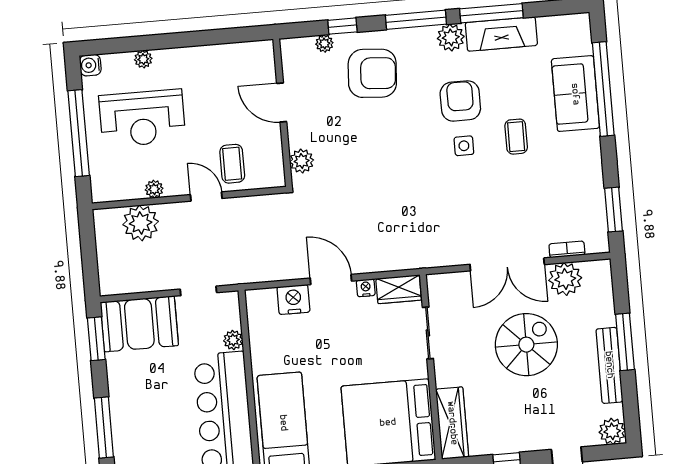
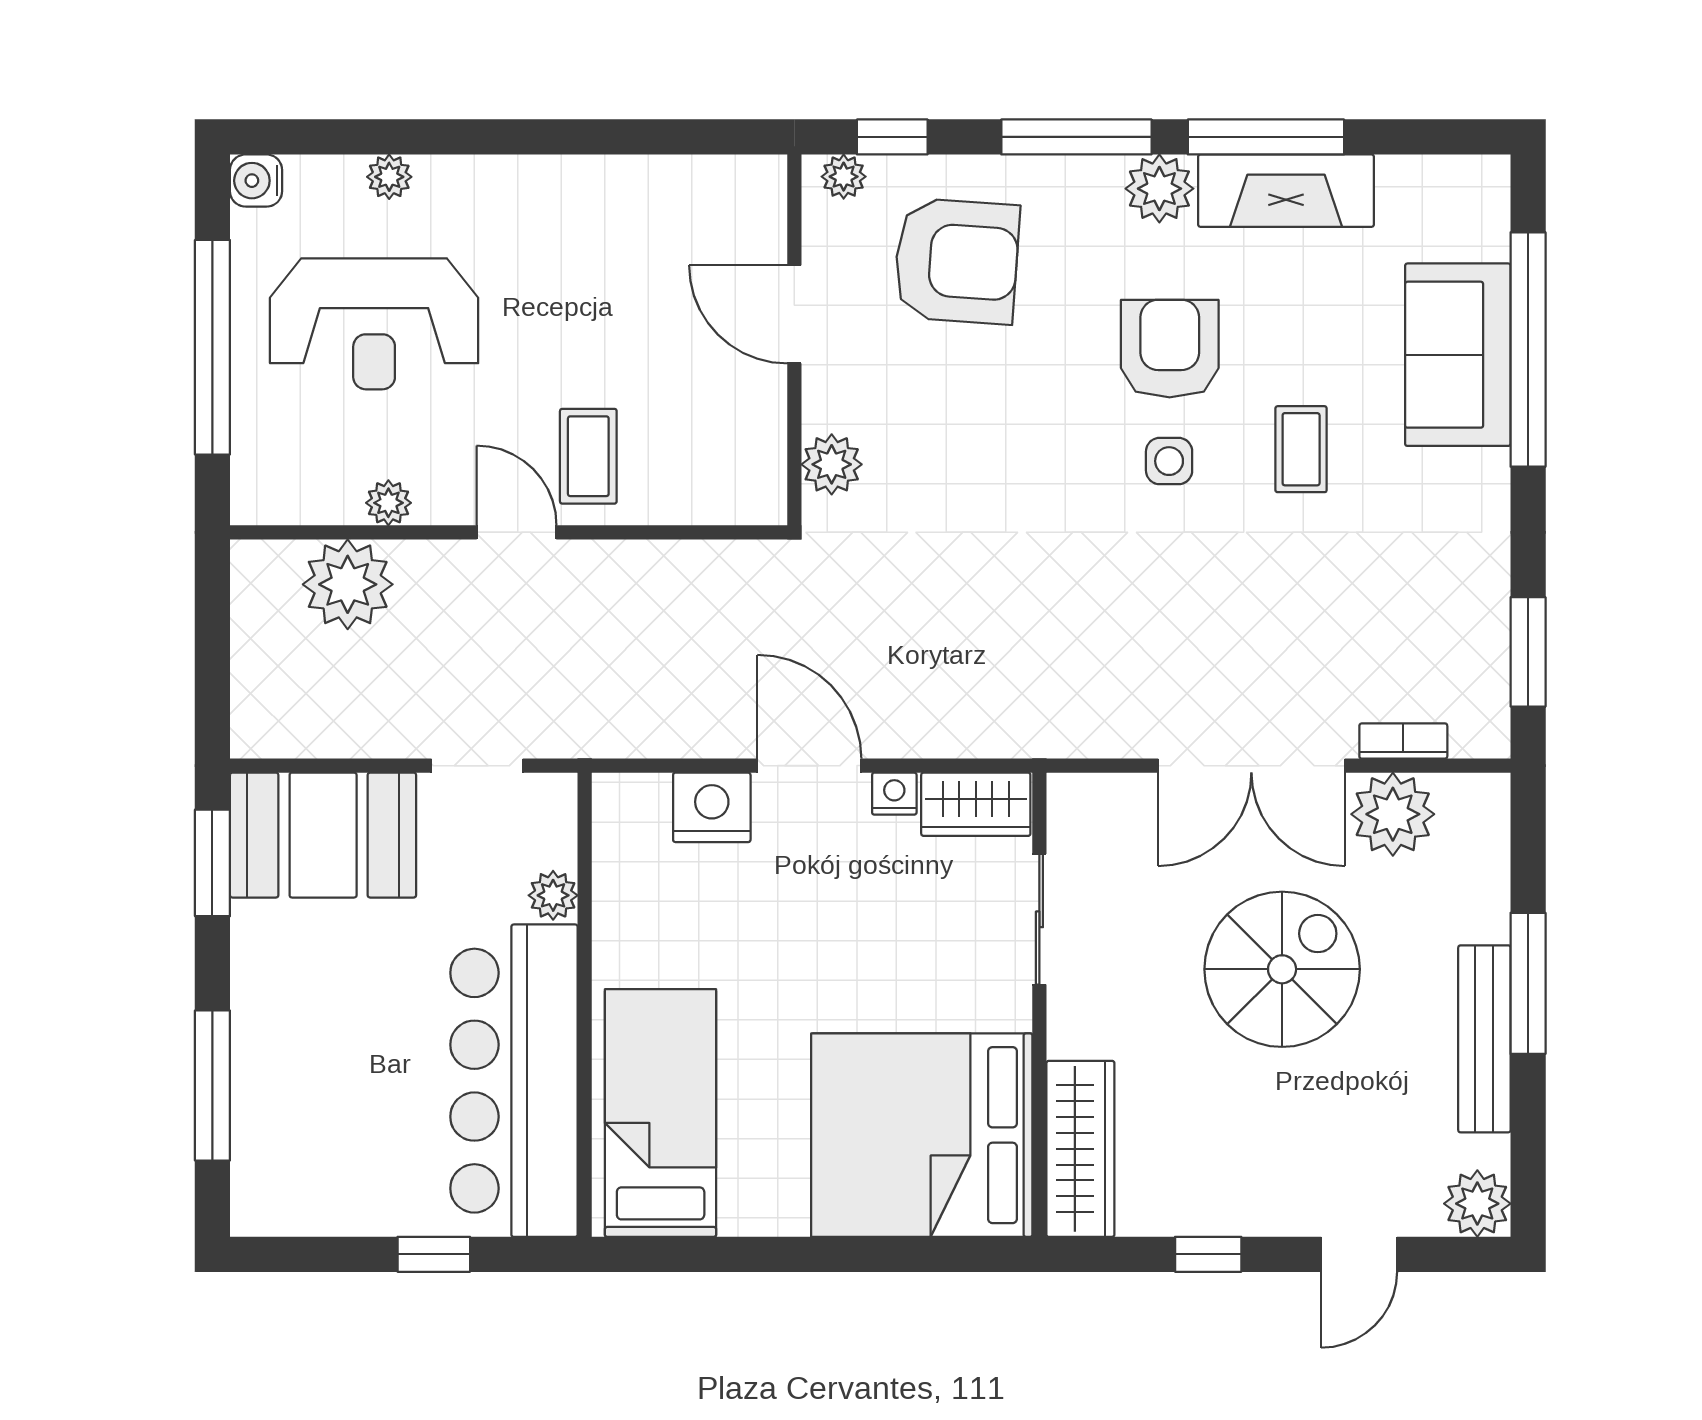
door: (282, 102) -> (794, 314), moved
wall: (283, 113) -> (794, 340), moved
plant: (302, 161) -> (832, 464), moved

